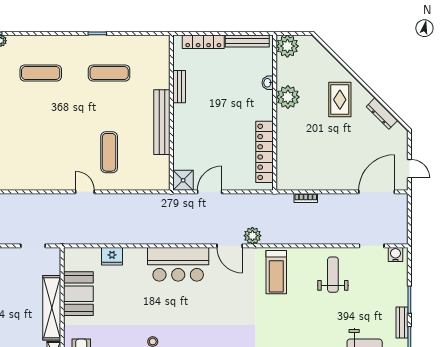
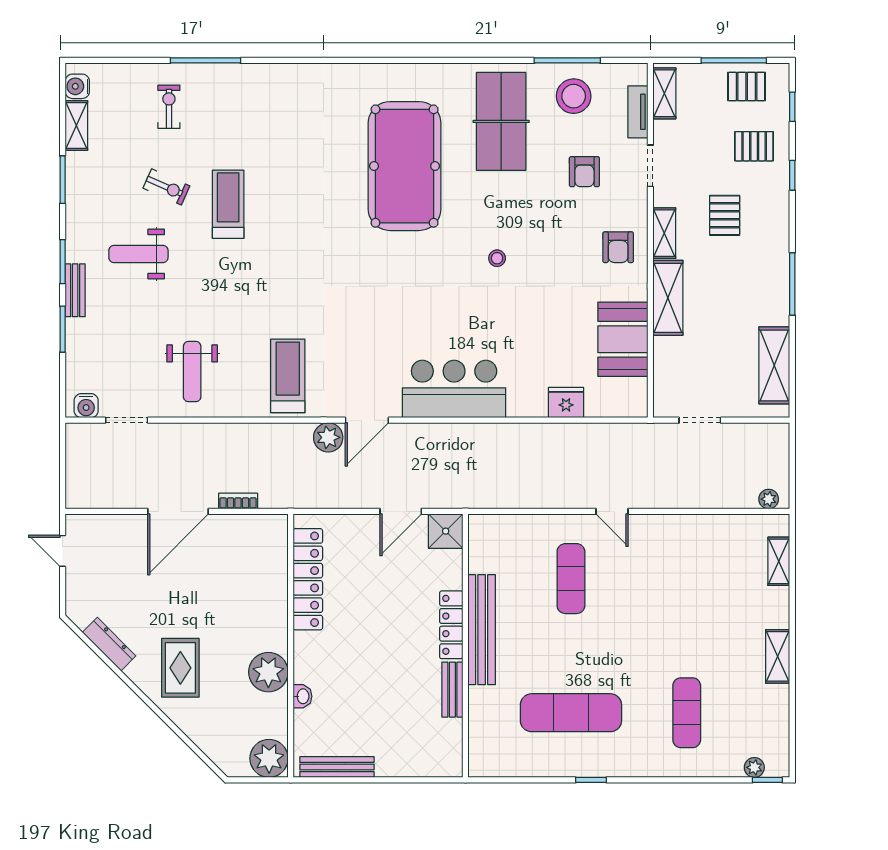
locker: (203, 42) -> (451, 625), moved, turned -90
exercise mat: (41, 73) -> (687, 713), turned 90
exercise mat: (109, 73) -> (571, 713), width x1.36, depth x1.45
door: (377, 192) -> (178, 511), moved
door: (230, 246) -> (367, 420), swing flipped
shelving: (52, 308) -> (668, 298), width x0.68

